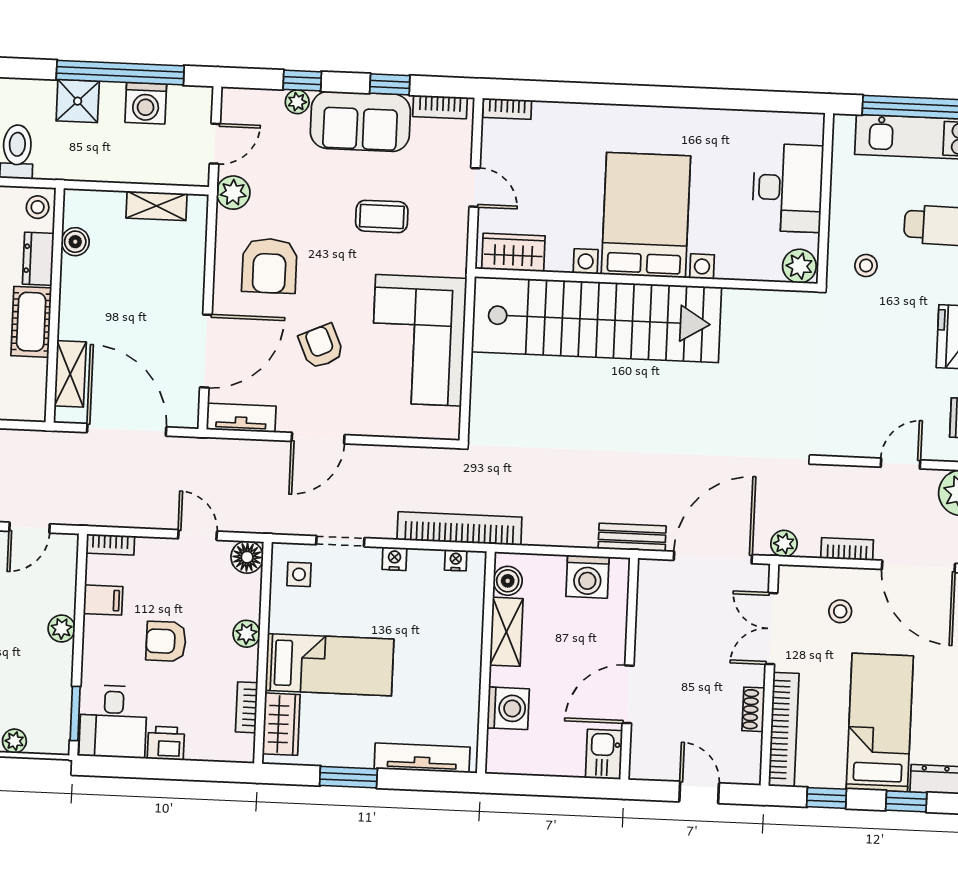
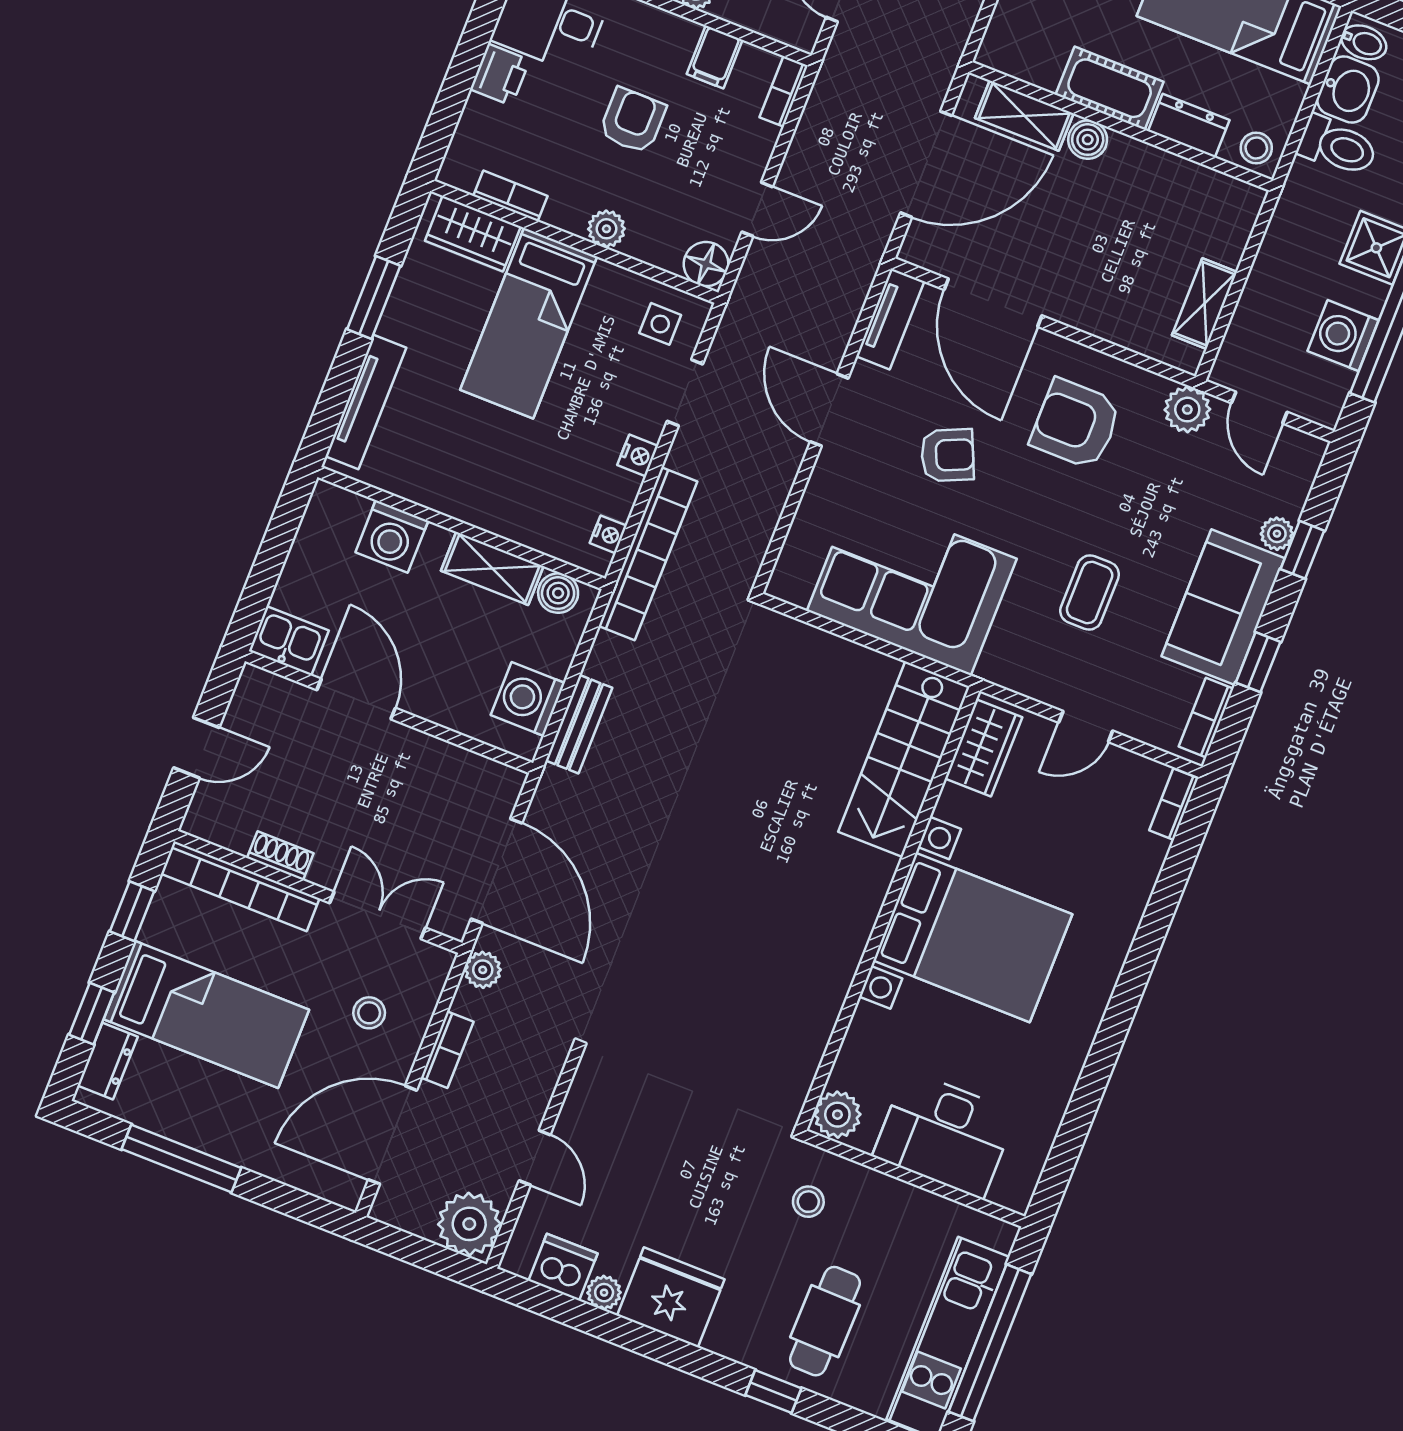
boiler: (75, 242) -> (1088, 140), moved
stairs: (597, 320) -> (904, 759), width x0.54, depth x0.66
bench: (632, 537) -> (579, 724), moved

